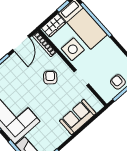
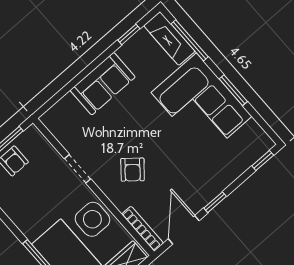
sofa: (78, 117) -> (103, 84), moved

